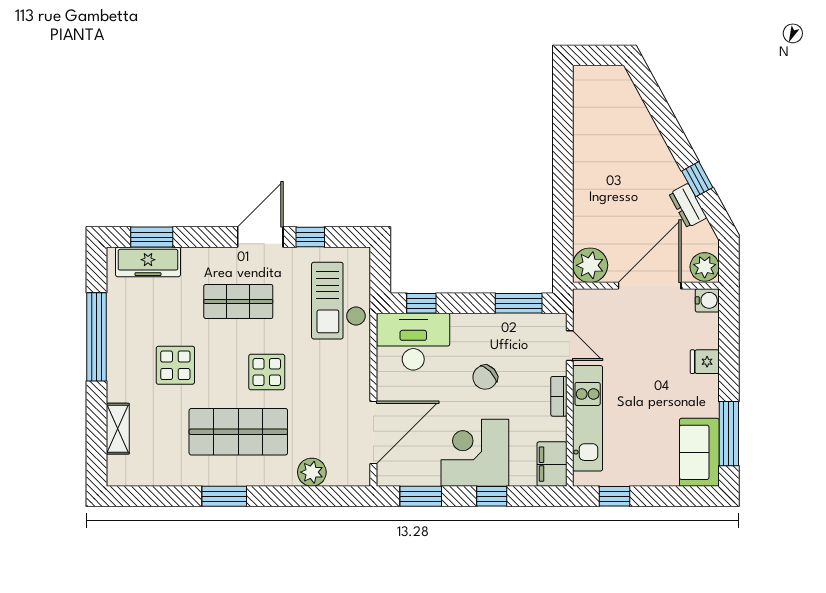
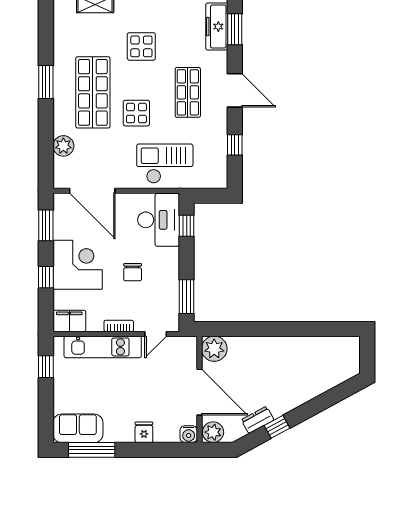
door: (260, 237) -> (235, 90), moved
checkout: (339, 301) -> (165, 164), moved
chair: (485, 377) -> (133, 272), turned -136

